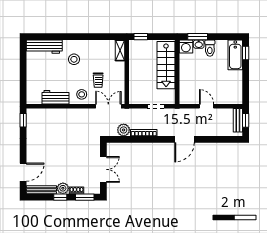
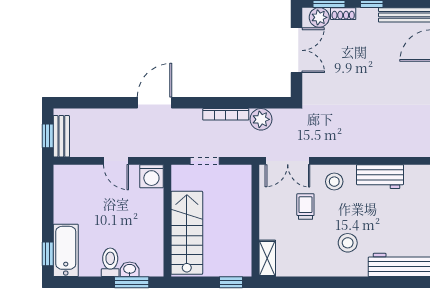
washing machine: (186, 47) -> (151, 176), moved, turned 180
double door: (103, 169) -> (296, 50), swing flipped
plant: (63, 188) -> (319, 17), moved

